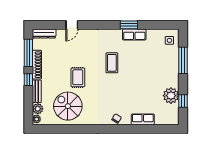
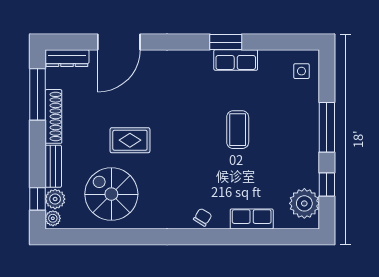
door: (72, 25) -> (119, 42), width x1.88
window: (183, 60) -> (327, 127), moved
coffee table: (112, 63) -> (238, 130), moved
rug: (78, 77) -> (130, 140), turned 90
window: (28, 80) -> (38, 199), moved
plant: (171, 96) -> (304, 203), moved

